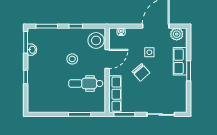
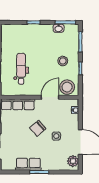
stool: (72, 59) -> (63, 61), moved
door: (107, 59) -> (50, 97), swing flipped
row of seats: (180, 61) -> (28, 164), moved
dental chair: (86, 83) -> (21, 69), moved

